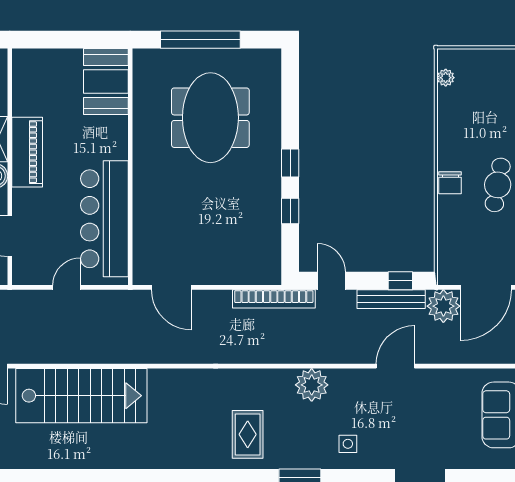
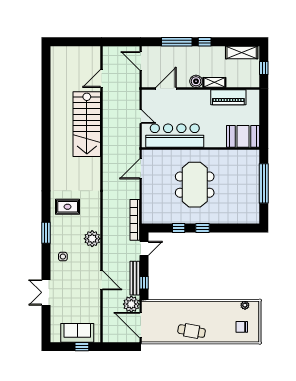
meeting table: (210, 118) -> (195, 185), moved, turned 90
piano: (27, 152) -> (228, 97), moved
chair: (450, 183) -> (242, 327), moved

